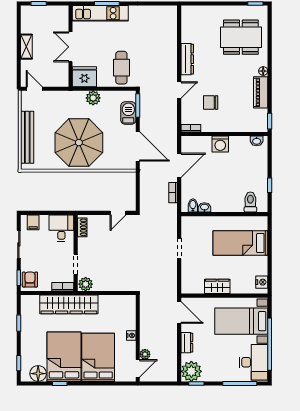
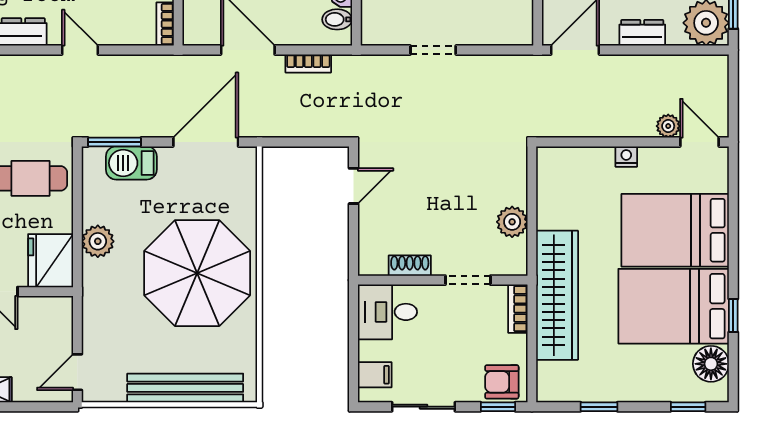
door: (118, 213) -> (354, 186), hinge flipped
shoe rack: (82, 227) -> (410, 266), moved
plant: (86, 284) -> (512, 222), moved

